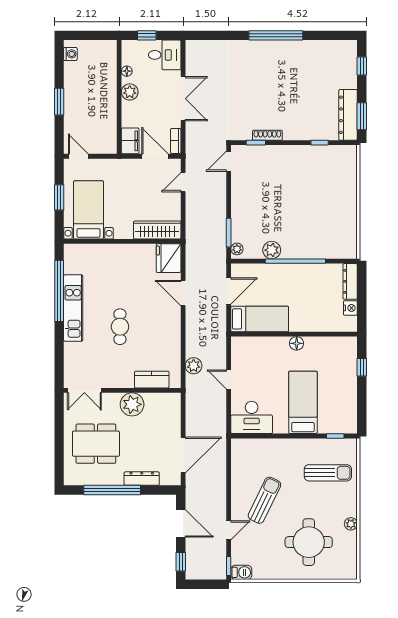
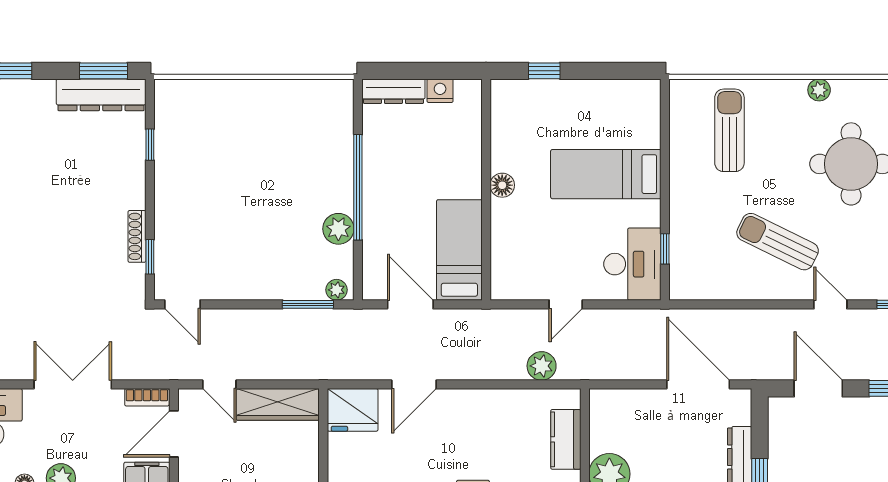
wardrobe: (157, 230) -> (278, 404), moved, turned -90
window: (335, 436) -> (665, 249), moved
door: (181, 523) -> (818, 388), hinge flipped

